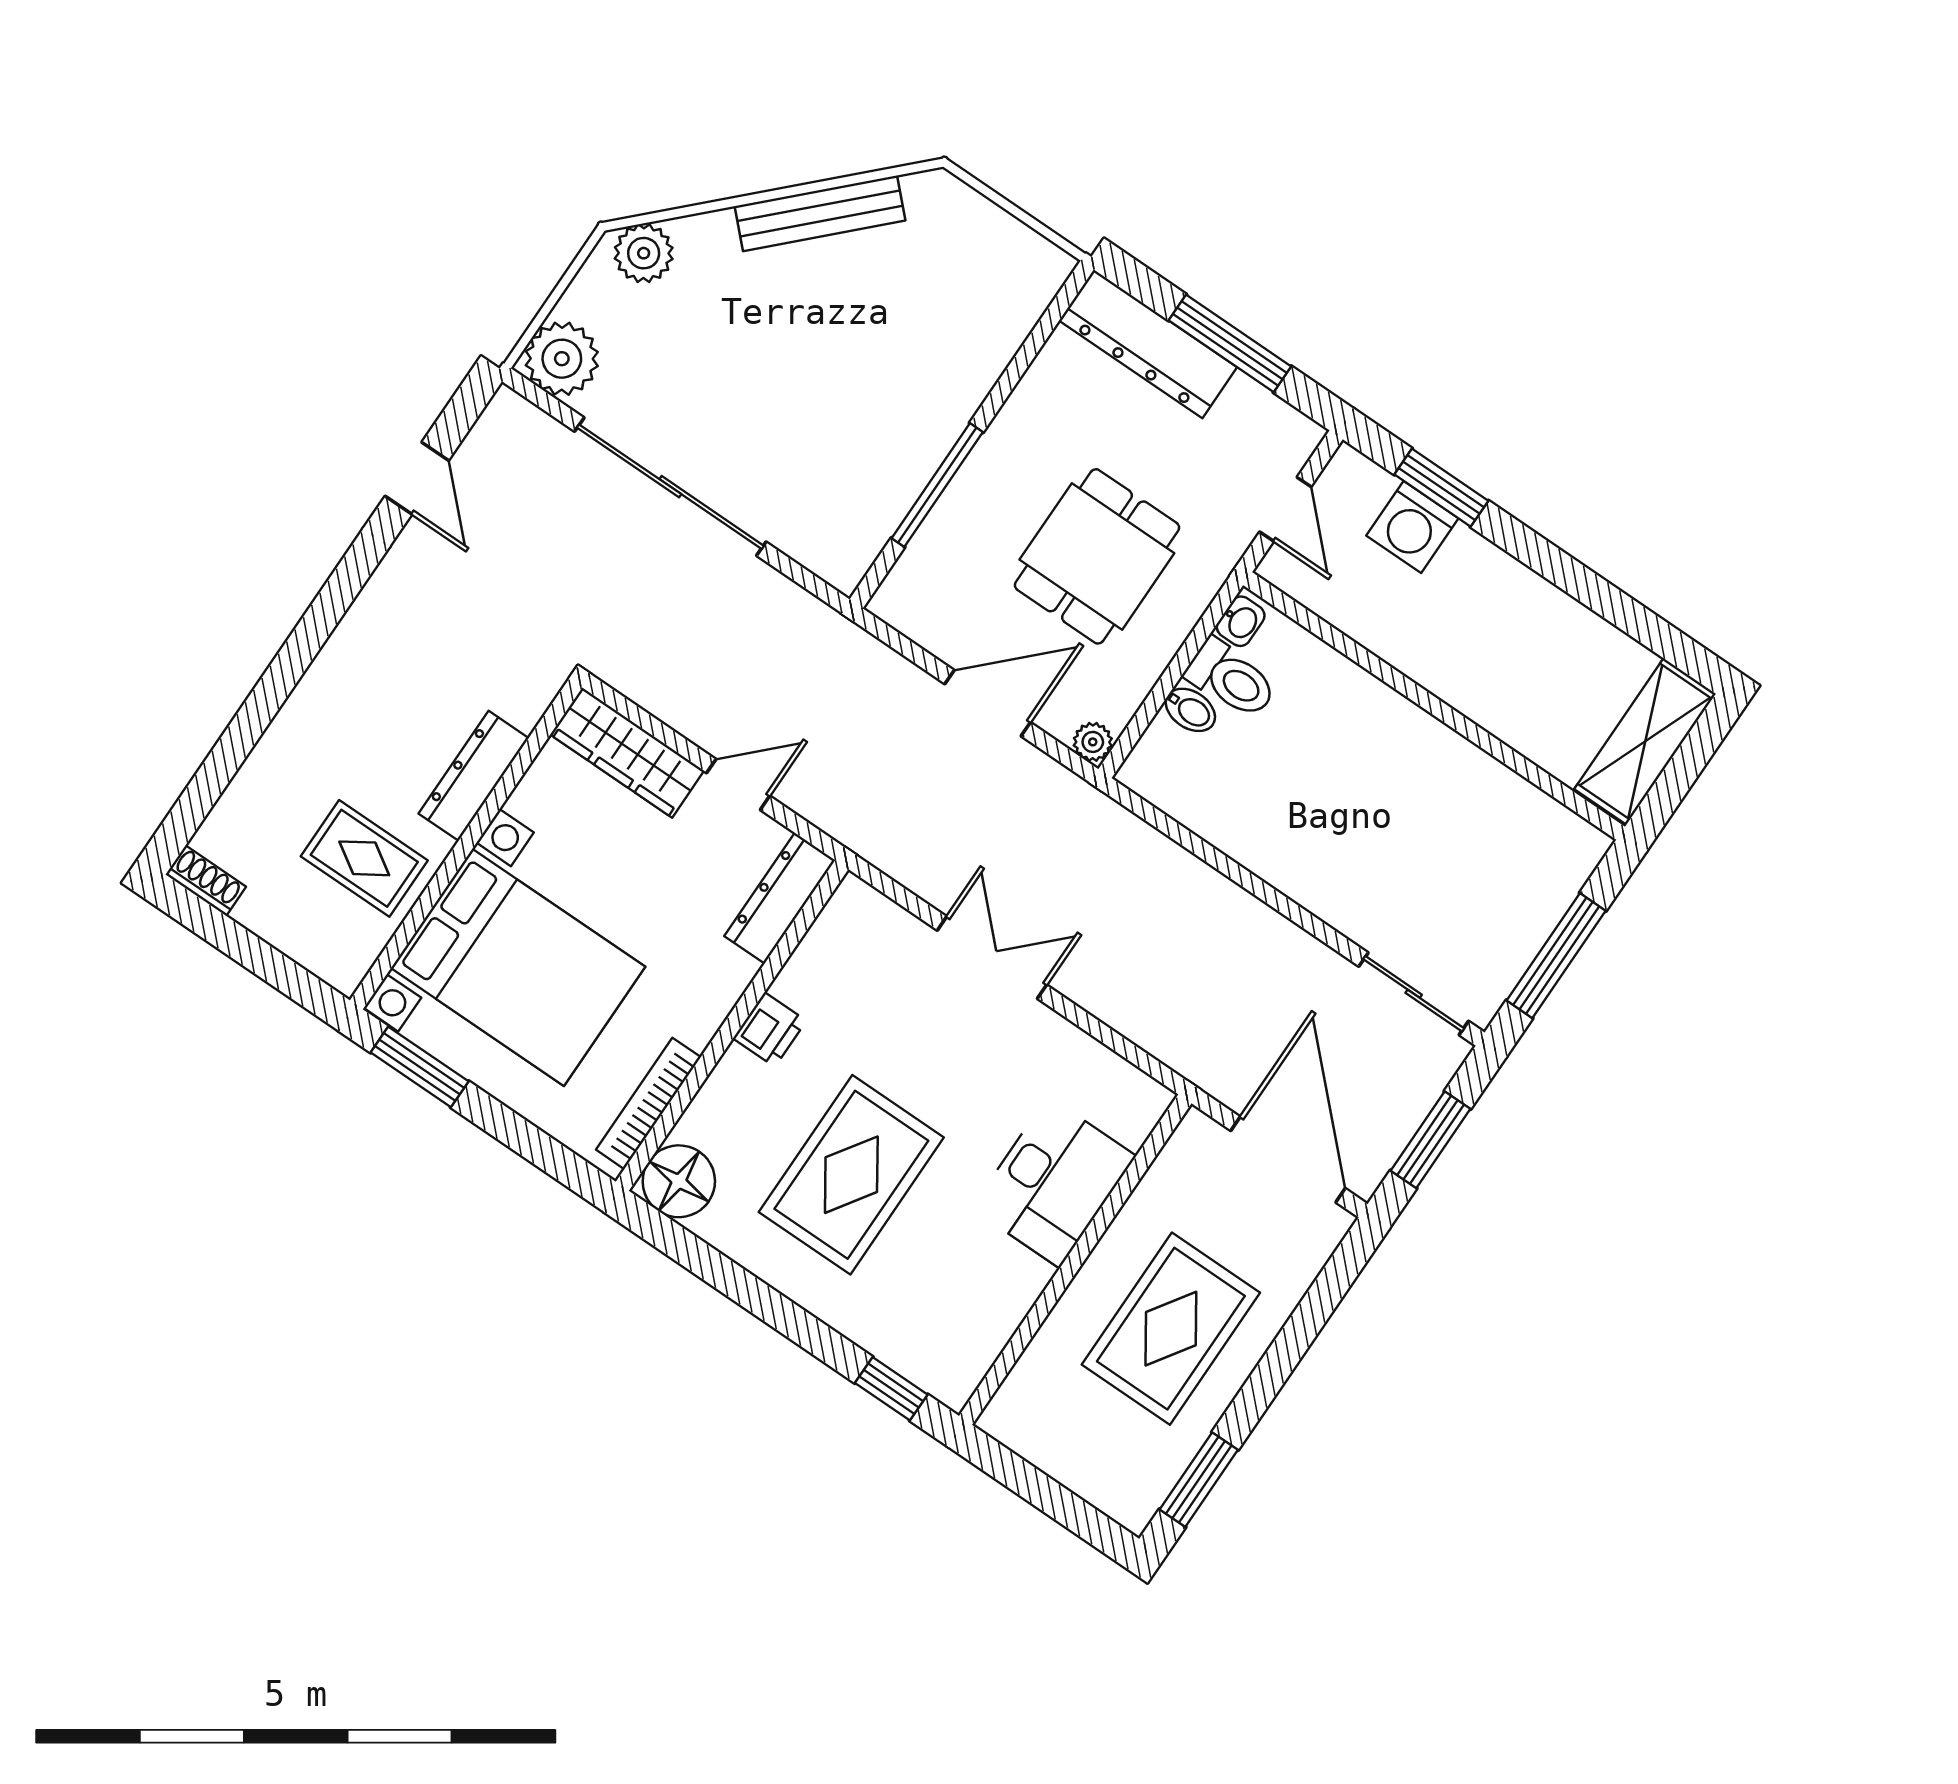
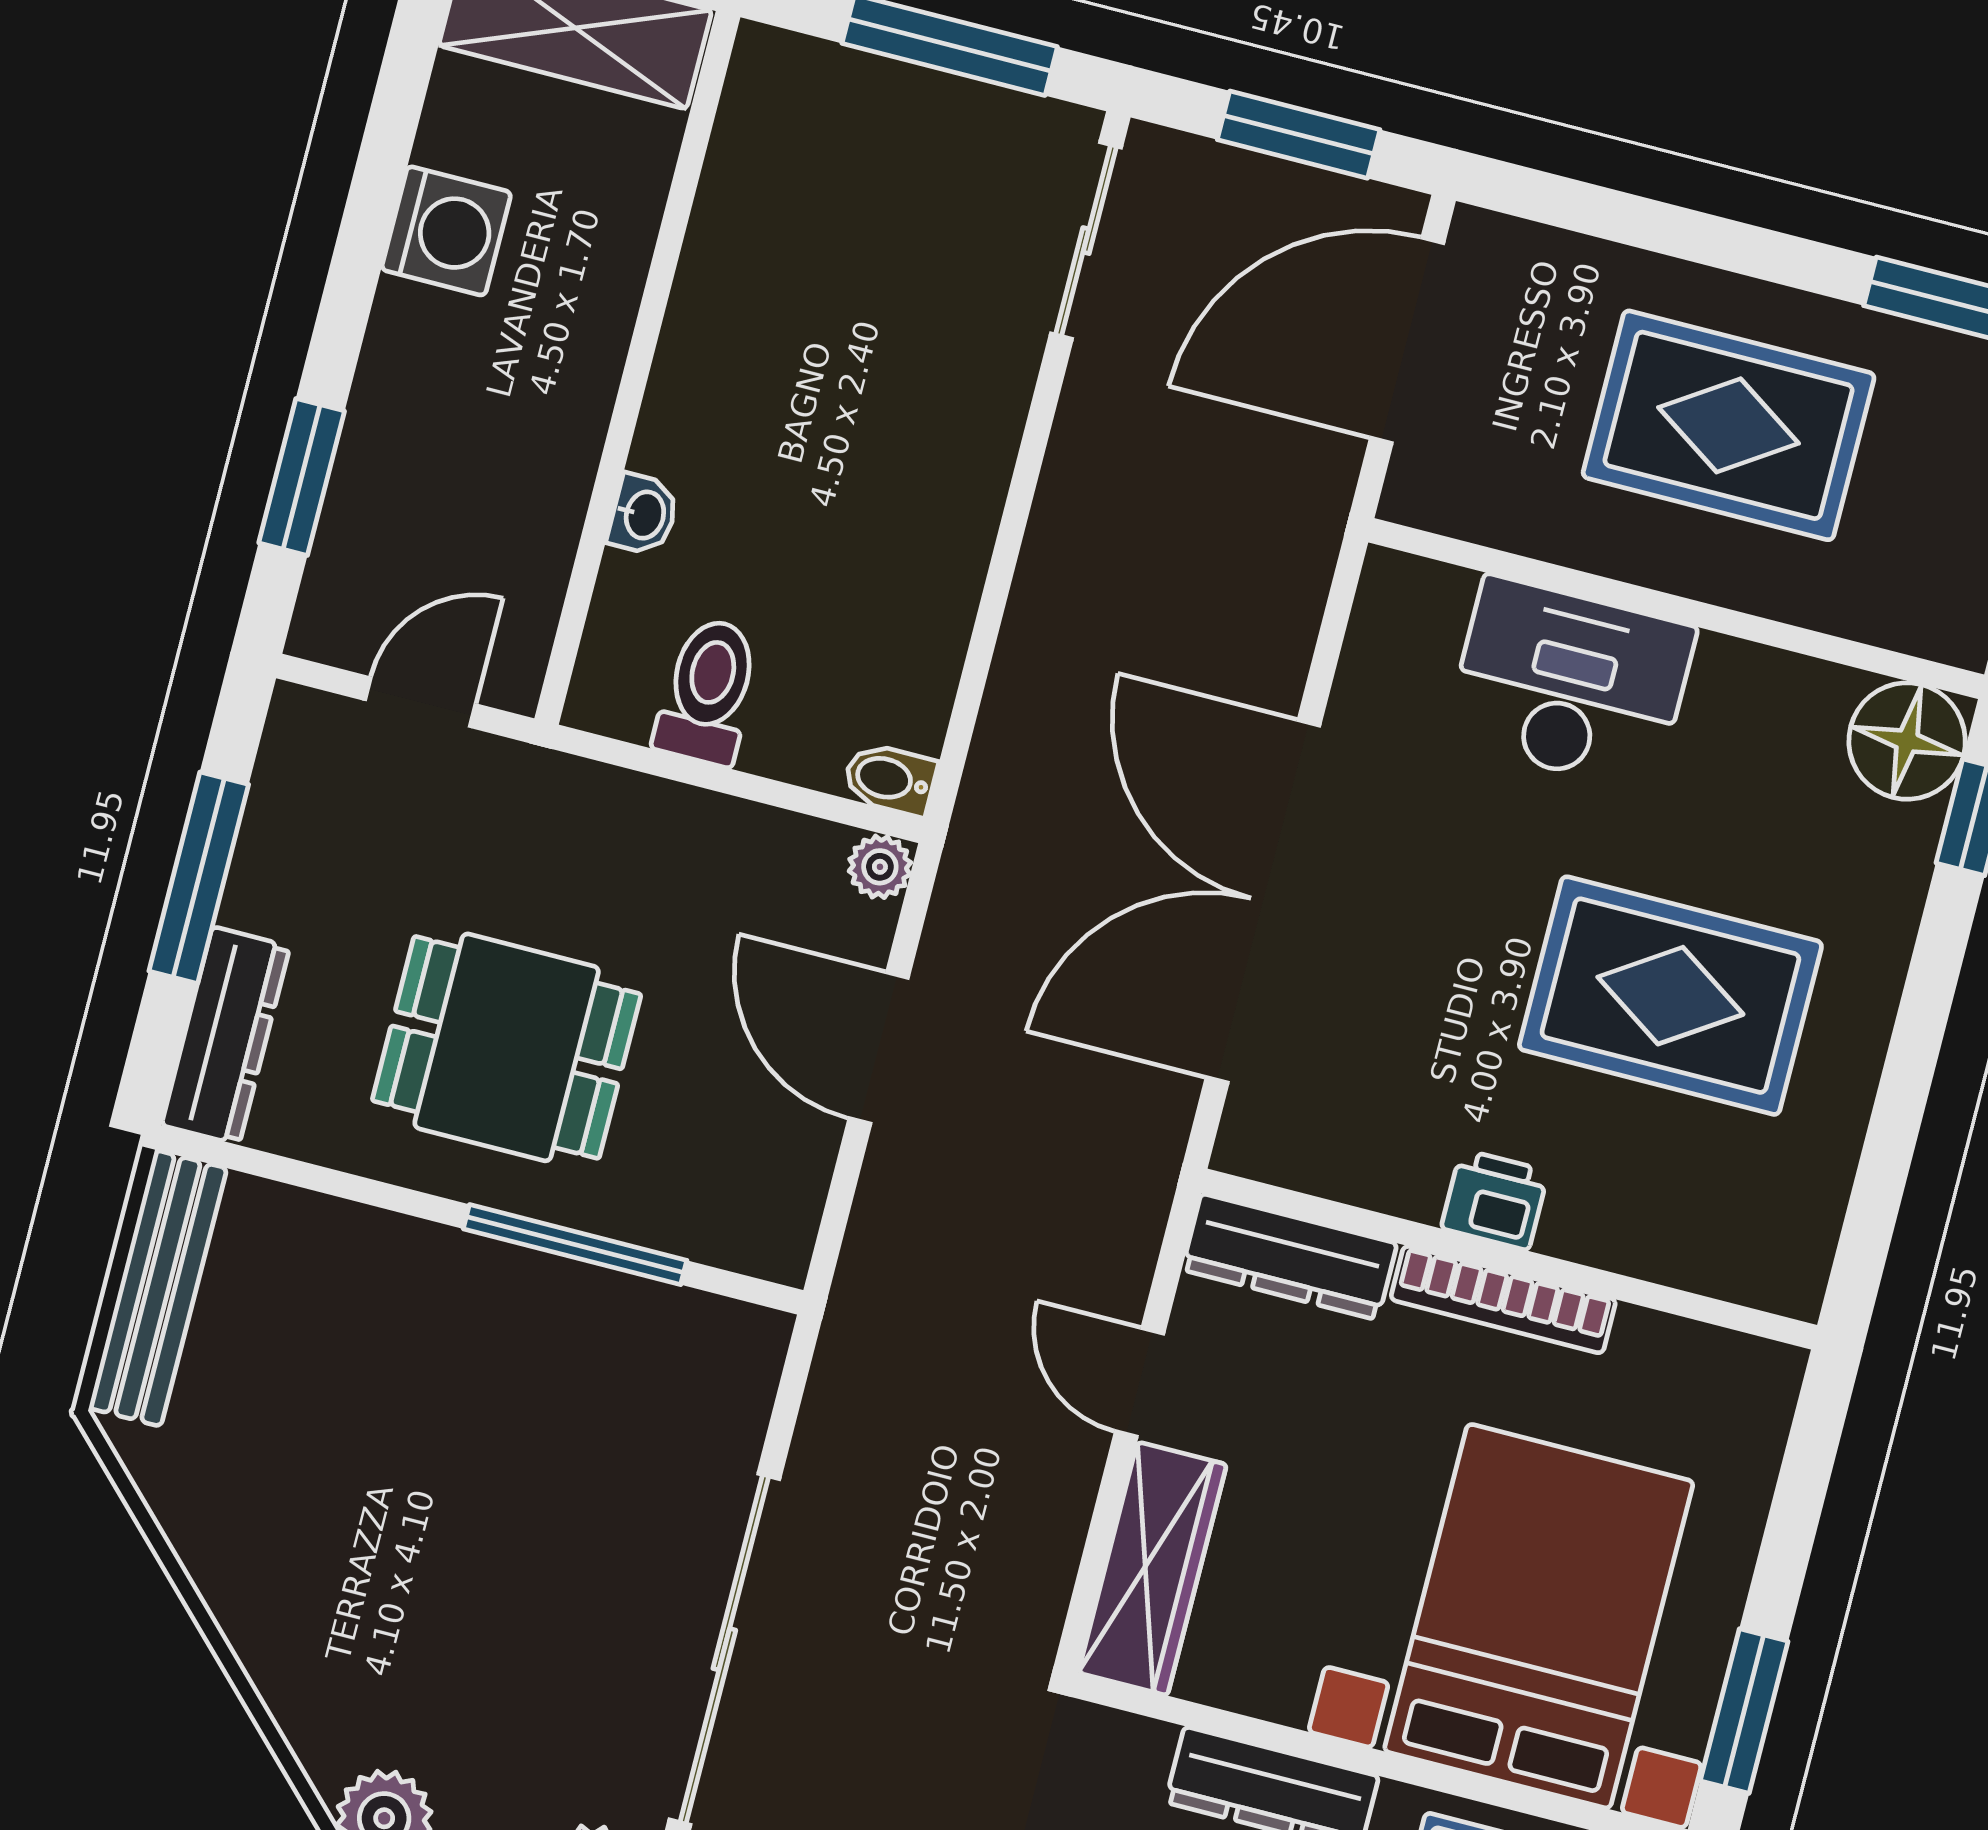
bench: (820, 213) -> (158, 1288), moved, turned 45
dresser: (1148, 344) -> (226, 1036), width x0.73, depth x0.80
washing machine: (1412, 527) -> (446, 231), moved
dining table: (1097, 556) -> (507, 1047), moved
washbasin: (1241, 621) -> (643, 515), moved, turned 90
bidet: (1190, 710) -> (890, 779), moved, turned -90
double door: (992, 958) -> (1263, 901), width x1.87
bookcase: (648, 1103) -> (1503, 1300), moved
floor lamp: (679, 1181) -> (1907, 741), moved

